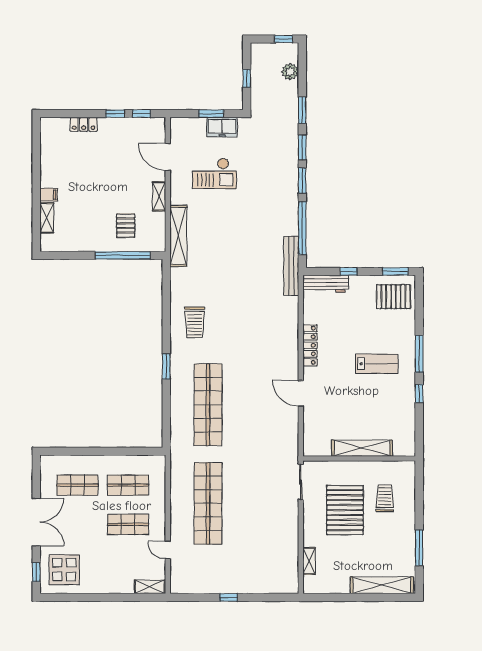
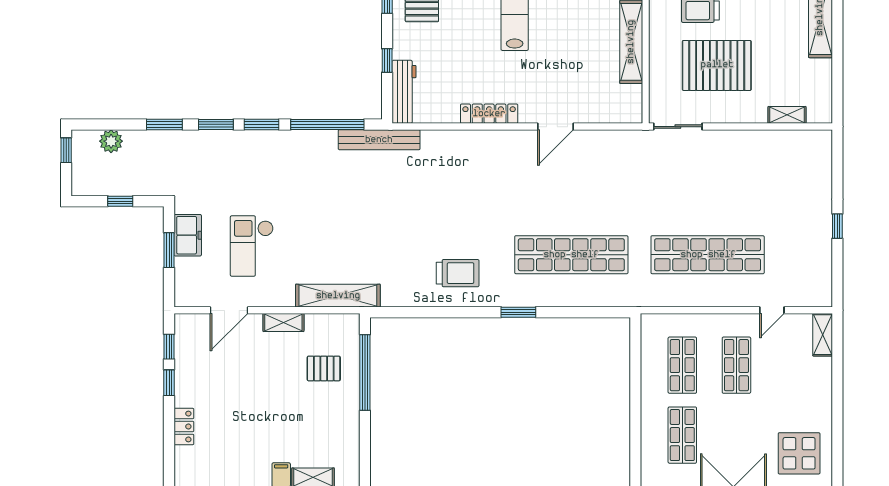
checkout: (214, 173) -> (252, 246), turned 180

